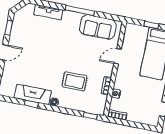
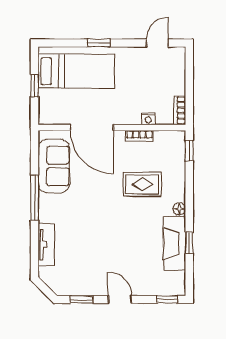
door: (118, 56) -> (92, 128), width x1.87
rug: (75, 81) -> (142, 184), turned 90

